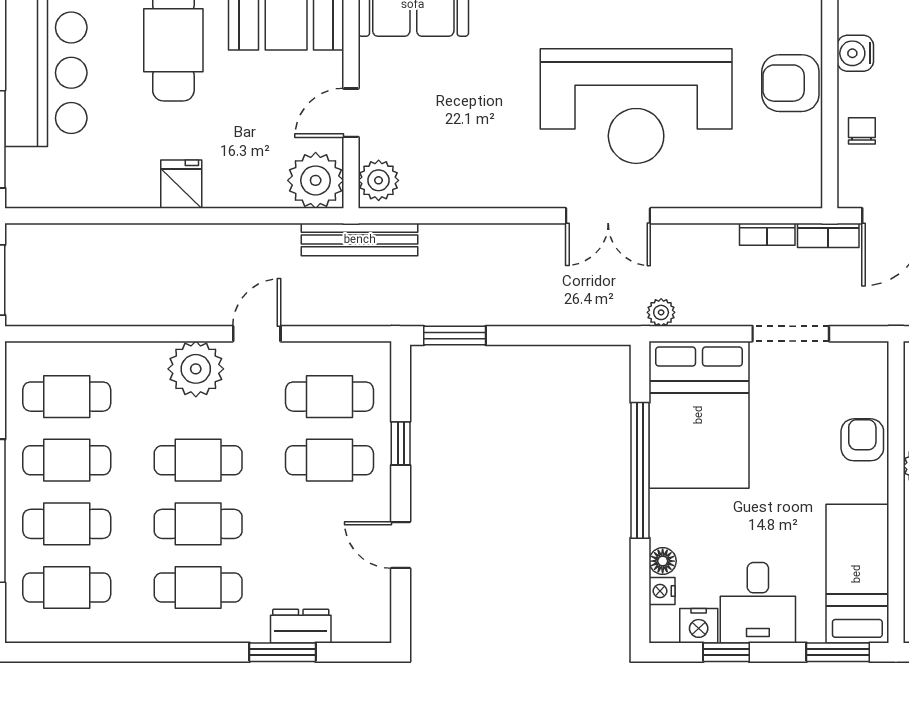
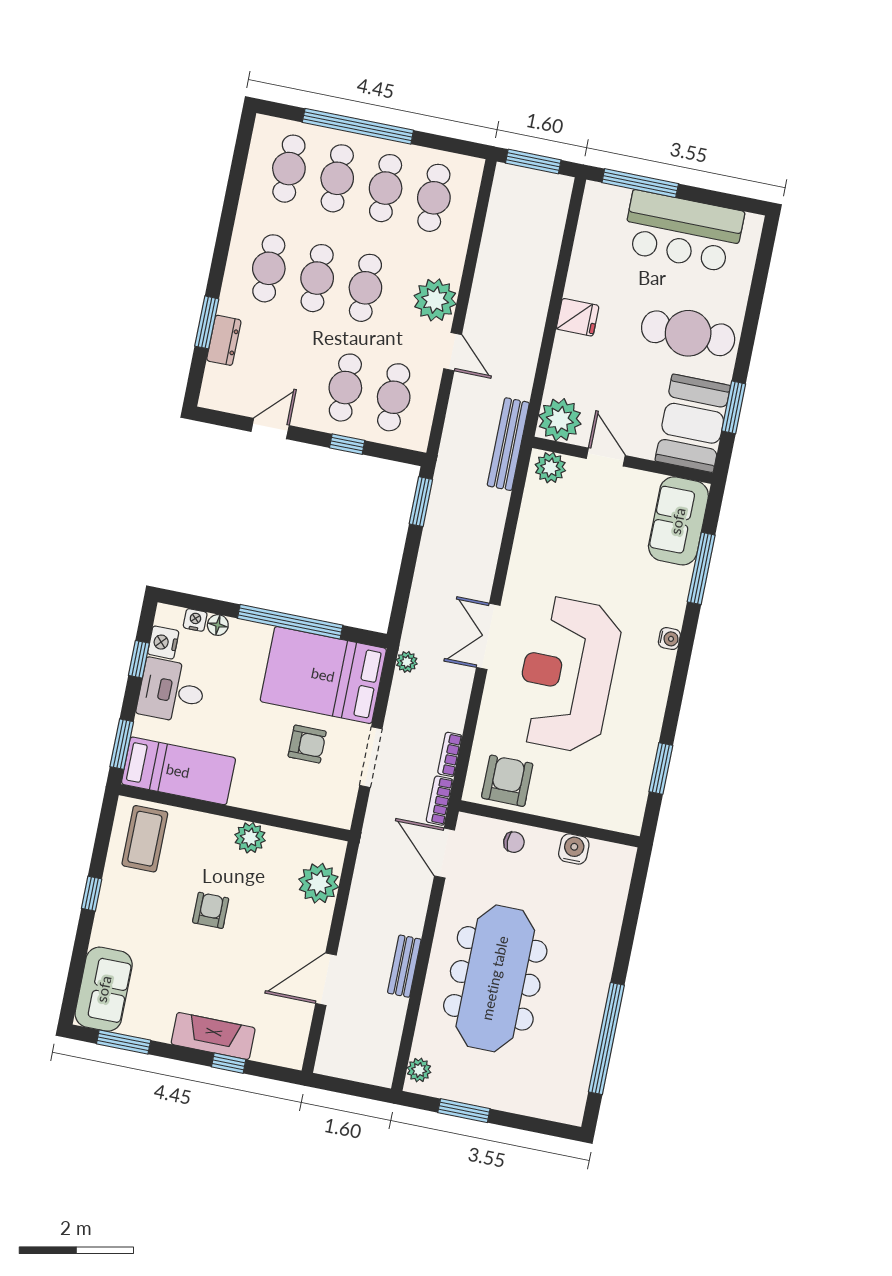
armchair: (790, 83) -> (507, 781), moved
armchair: (862, 440) -> (307, 744), moved

